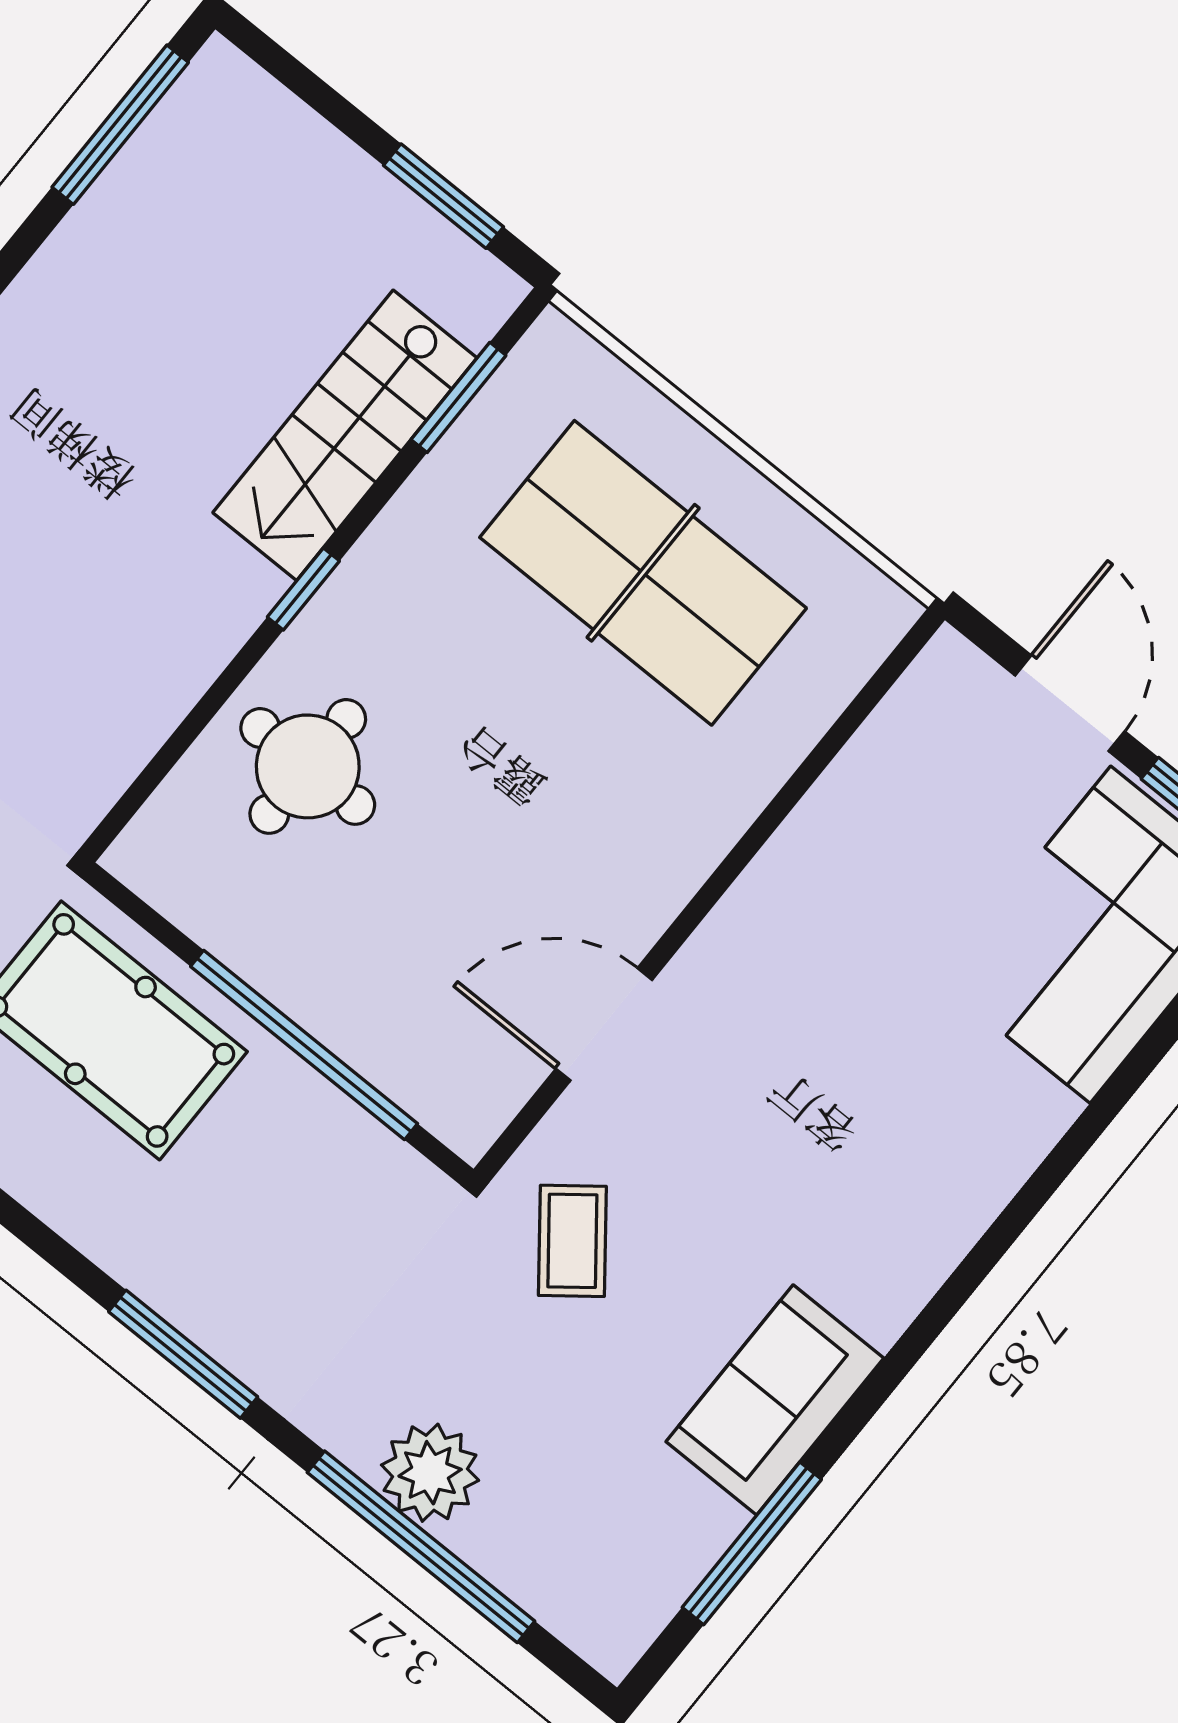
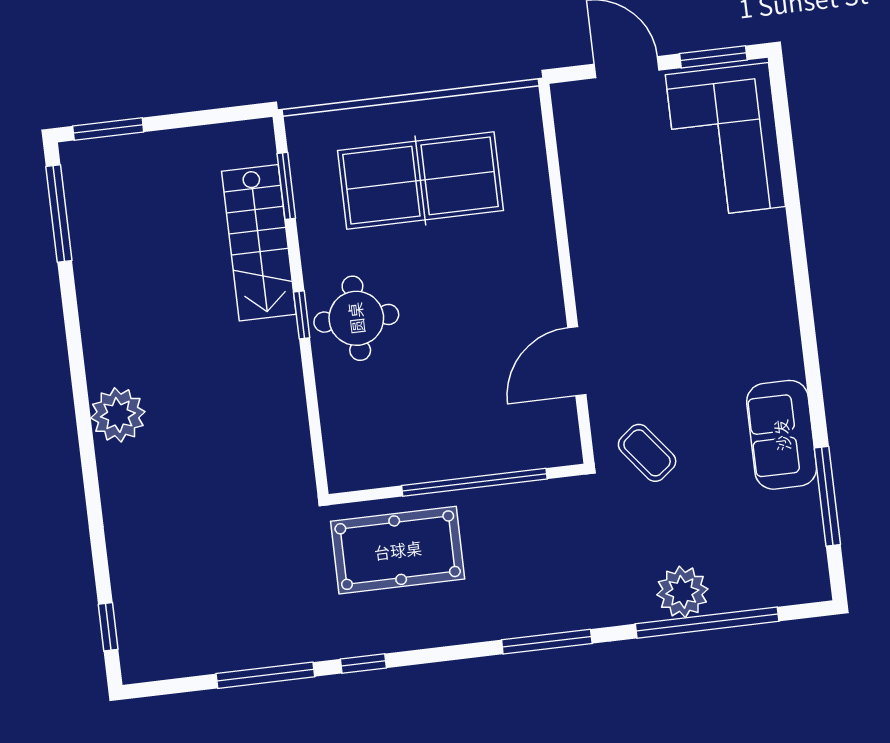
window: (444, 196) -> (108, 129), moved
round table: (308, 766) -> (356, 318), moved

